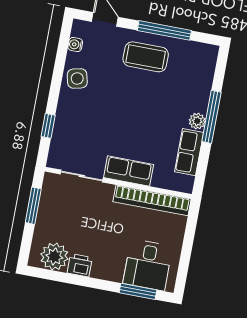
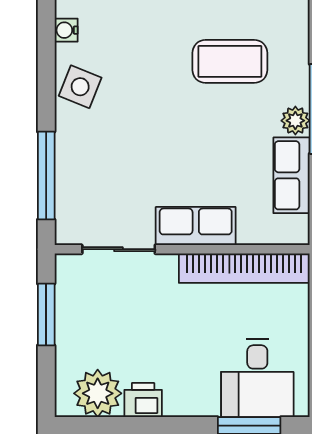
coffee table: (146, 57) -> (230, 61), moved
side table: (77, 78) -> (80, 87), turned 35
window: (48, 126) -> (46, 176), width x2.17

